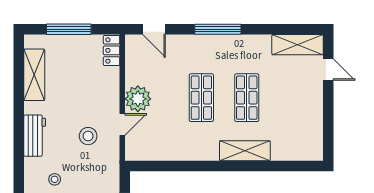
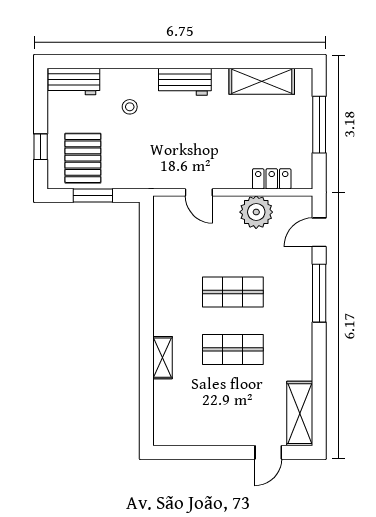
window: (218, 29) -> (319, 293), moved
locker: (112, 50) -> (272, 179), moved
plant: (138, 99) -> (256, 212), moved
stool: (88, 136) -> (184, 149), removed
shelving: (245, 151) -> (162, 358), width x0.67, depth x0.75

